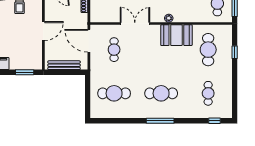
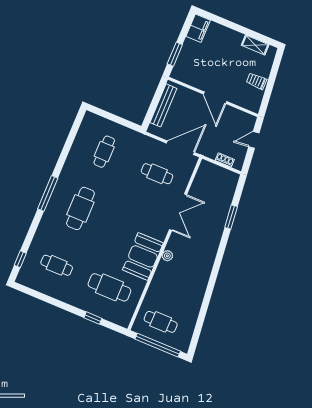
cafe table: (114, 93) -> (104, 152), width x0.73, depth x0.74

